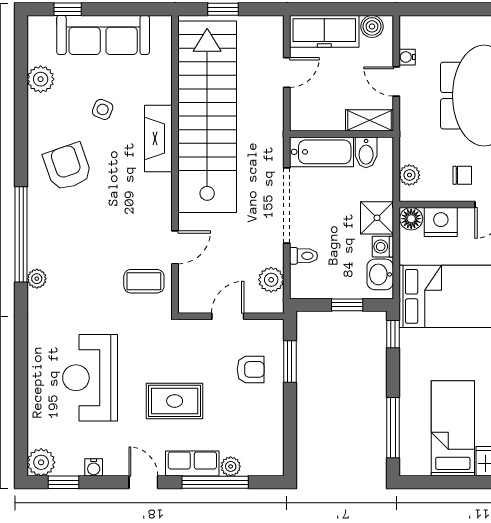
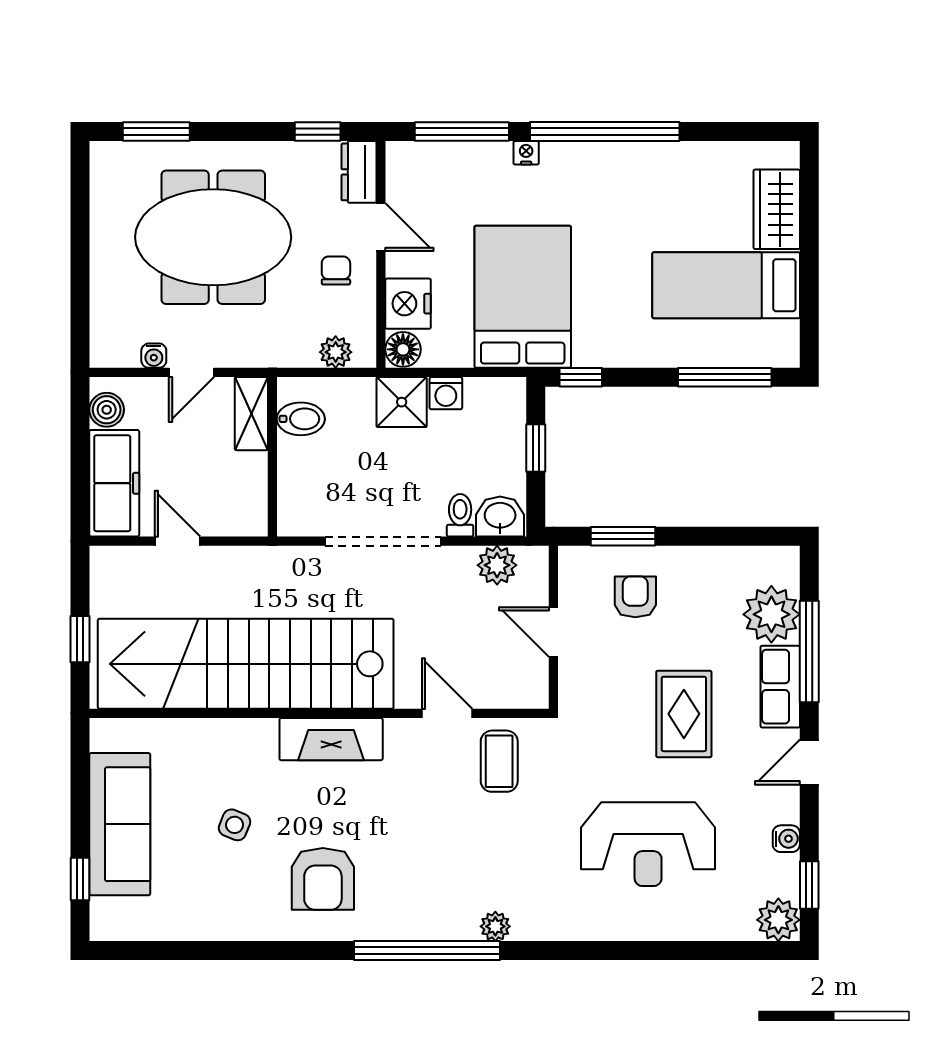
plant: (41, 79) -> (188, 920), removed
fireplace: (158, 138) -> (331, 739), moved
bathtub: (322, 152) -> (300, 488), removed
armchair: (68, 167) -> (323, 879), turned -71
washbasin: (380, 274) -> (500, 516), moved, turned 180
plant: (231, 466) -> (771, 614), width x1.88, depth x1.88

